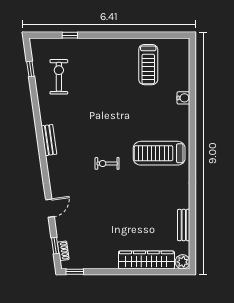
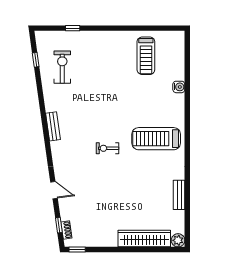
door: (50, 208) -> (54, 190), hinge flipped
bench: (184, 225) -> (179, 195), moved

